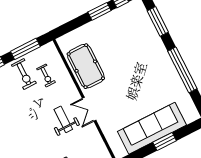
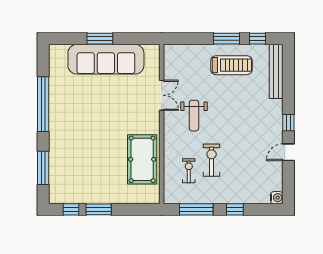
exercise bike: (24, 74) -> (212, 160), moved
double door: (89, 109) -> (162, 95), moved

